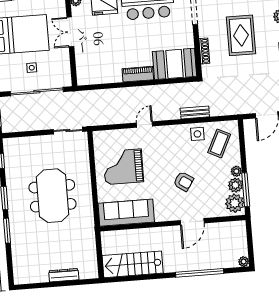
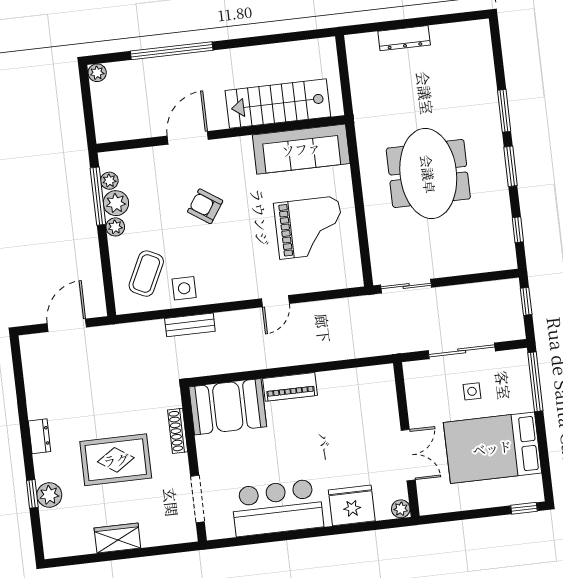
rug: (241, 35) -> (116, 460), turned 90
sliding door: (37, 92) -> (462, 351), width x0.73
plant: (235, 203) -> (109, 181), width x0.53, depth x0.53
stairs: (133, 264) -> (278, 104), moved, turned 180

